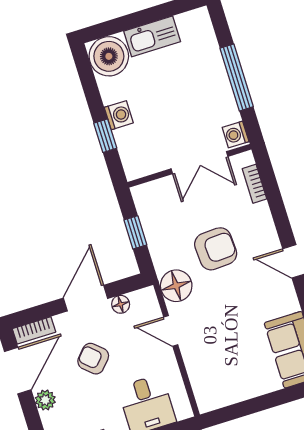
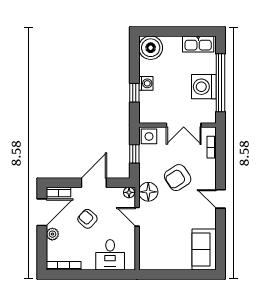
kitchen sink: (152, 36) -> (198, 44), moved
window: (237, 77) -> (220, 83), width x1.46
washing machine: (236, 135) -> (204, 87), moved, width x1.89, depth x1.89
side table: (150, 198) -> (149, 136), added
armchair: (216, 249) -> (178, 178), turned 150
floor lamp: (121, 304) -> (129, 192), moved

